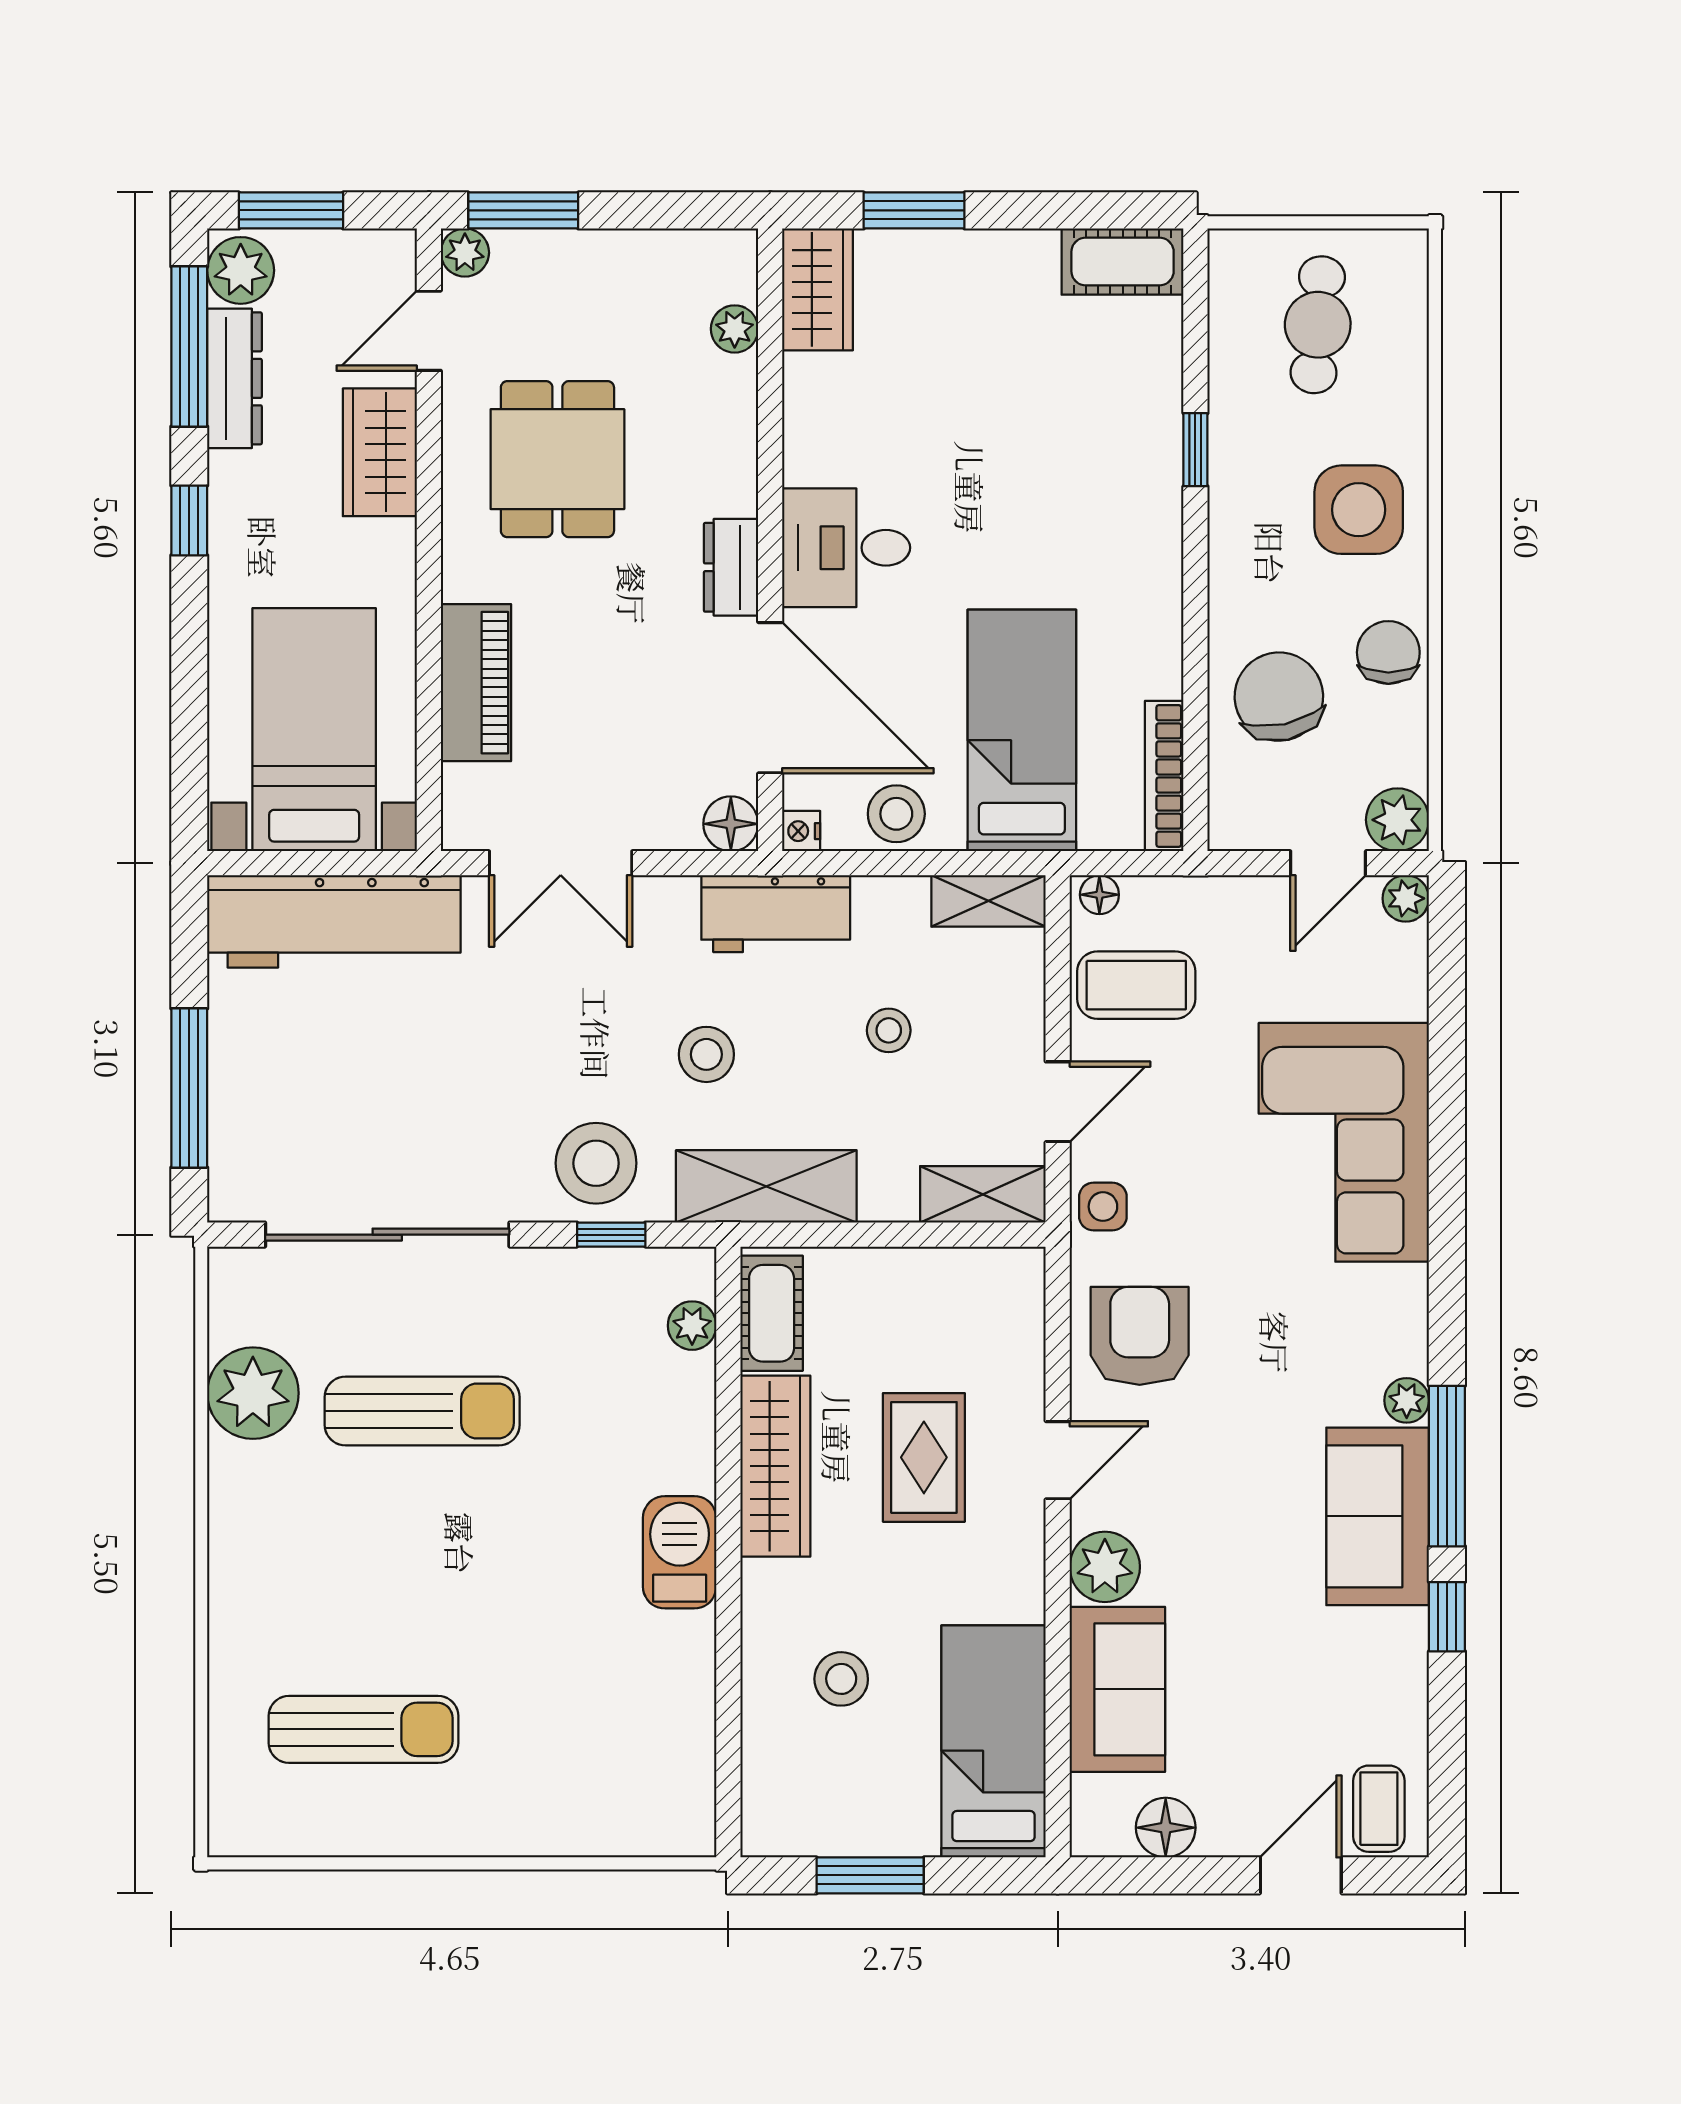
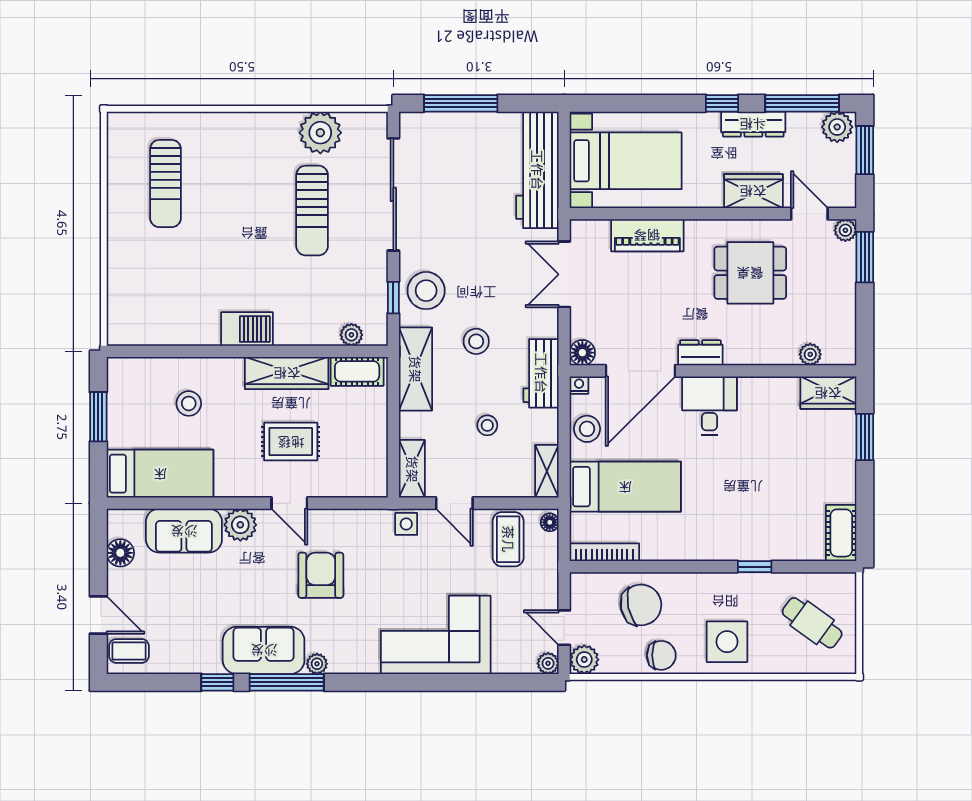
cafe table: (1318, 325) -> (812, 623), turned 31
dresser: (235, 378) -> (753, 124), moved
armchair: (1140, 1336) -> (321, 575), moved, turned -90

